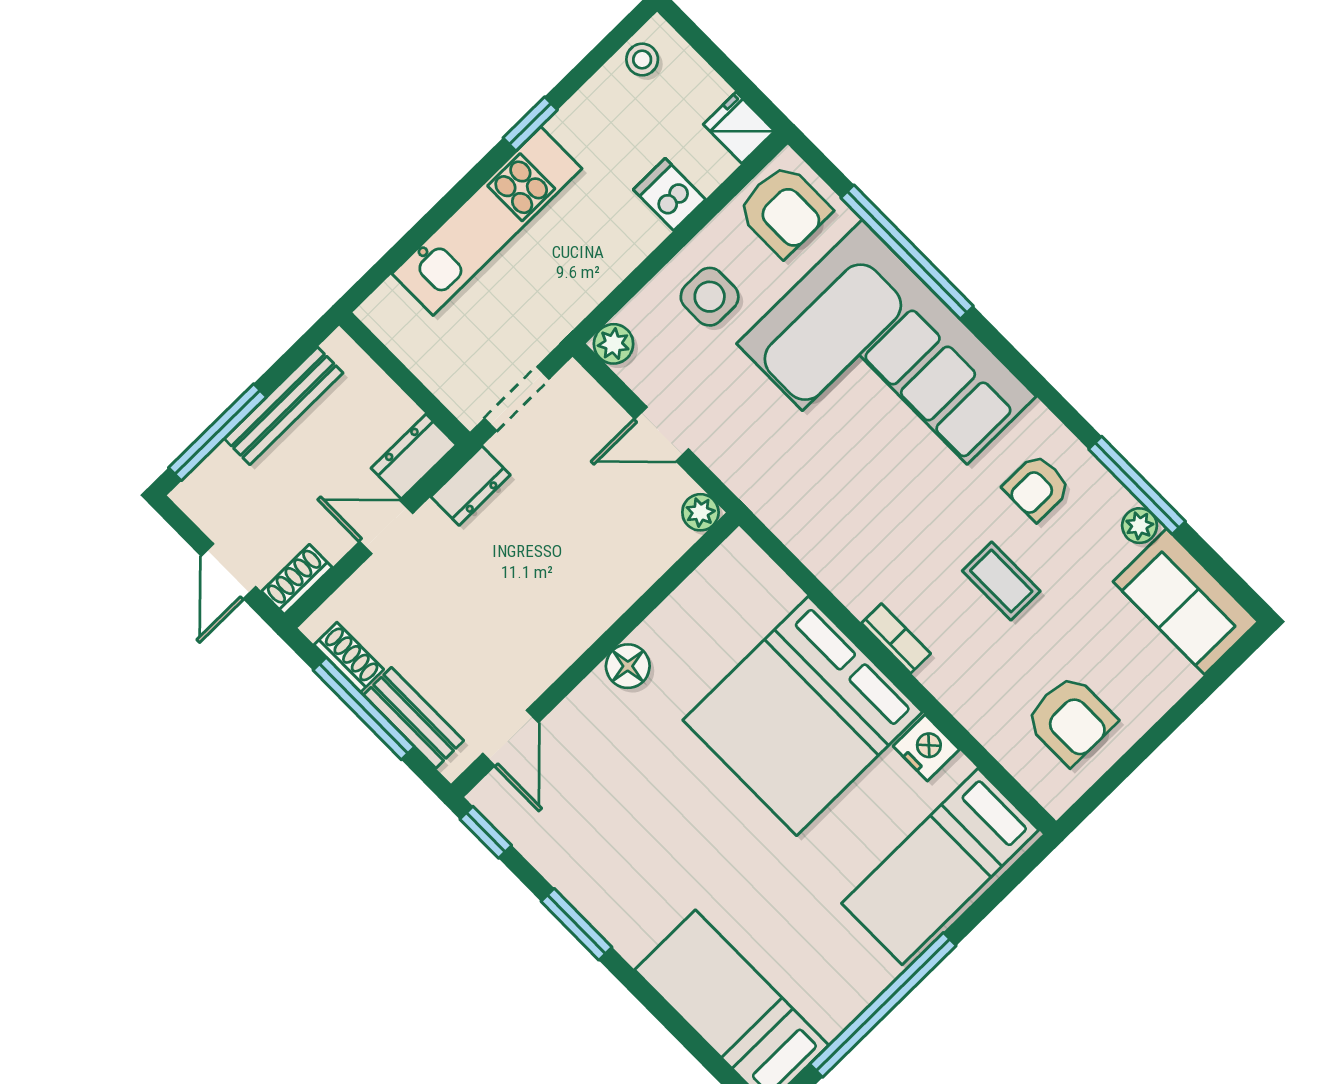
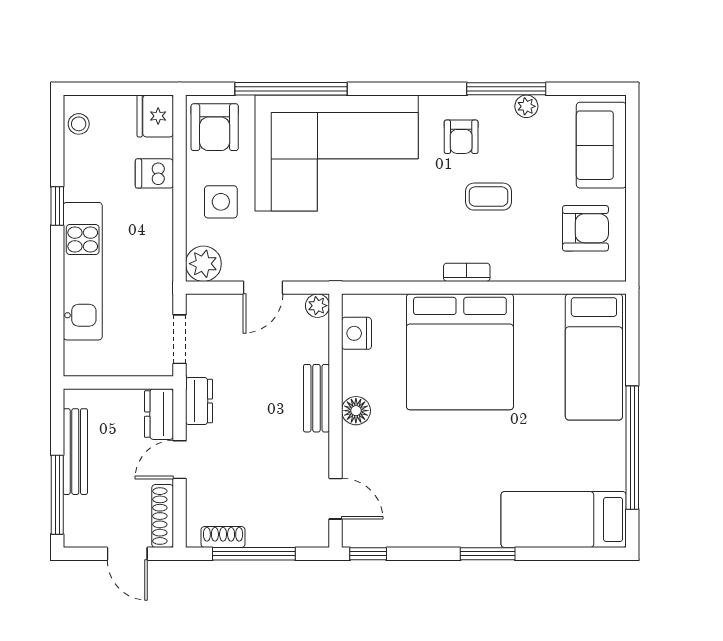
fridge: (739, 128) -> (155, 116), width x1.38
armchair: (784, 210) -> (215, 127), turned 90
plant: (614, 344) -> (203, 264), width x1.38, depth x1.38
shoe rack: (297, 579) -> (163, 516), width x1.43
sofa: (1186, 602) -> (601, 145), moved, turned 90
bench: (414, 718) -> (316, 398), moved, turned 90
nightstand: (926, 748) -> (357, 333), moved, turned -90
window: (576, 924) -> (488, 554), moved

